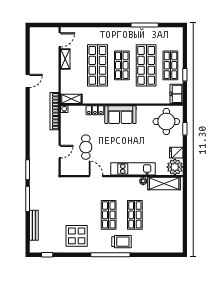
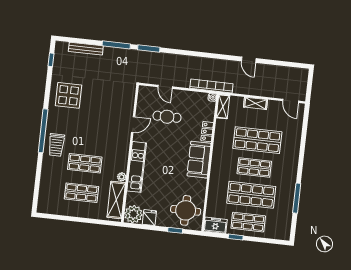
shelving: (65, 59) -> (256, 103), moved
shop shelf: (109, 215) -> (81, 193), moved

